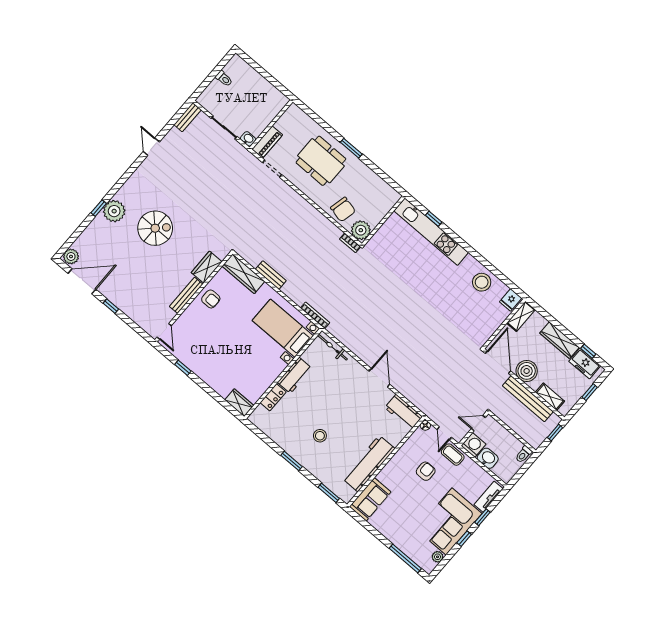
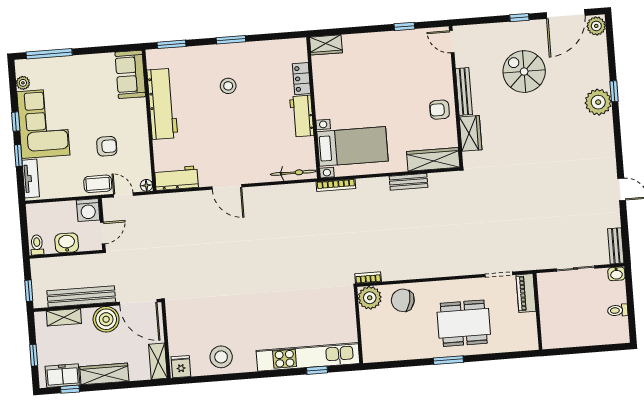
washbasin: (248, 139) -> (616, 274), moved
spiral stairs: (155, 228) -> (524, 72), moved, turned 90
washbasin: (488, 458) -> (67, 243), moved, turned 180
armchair: (426, 471) -> (107, 146), turned -90

